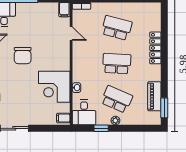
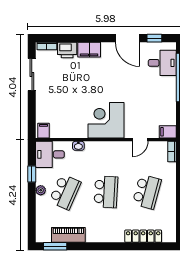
locker: (155, 48) -> (143, 236), moved
chair: (23, 56) -> (115, 84), removed
corner desk: (54, 87) -> (106, 120), moved

